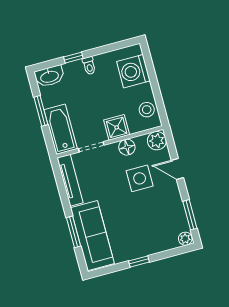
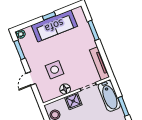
plant: (157, 141) -> (46, 95), removed
door: (177, 169) -> (31, 79), swing flipped
sofa: (92, 236) -> (54, 26), moved, turned -90

